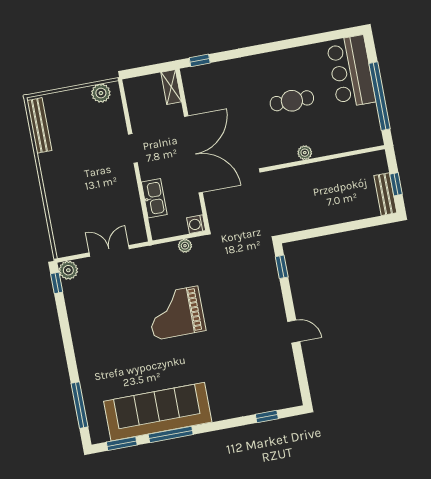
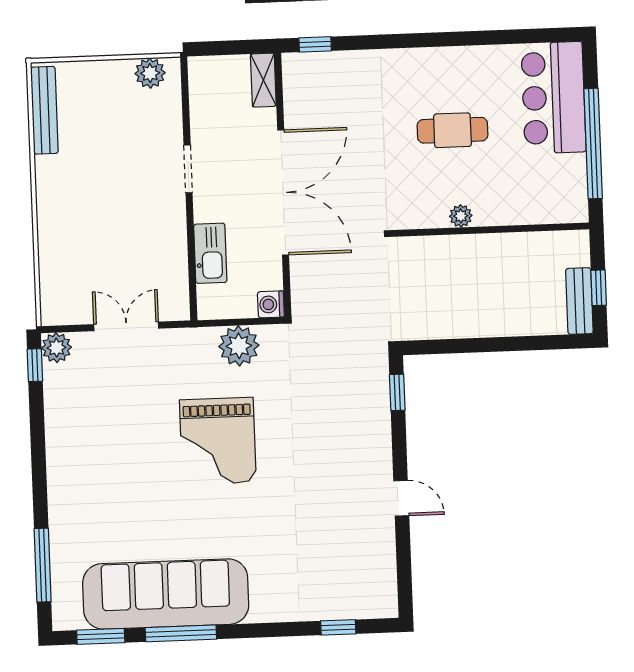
plant: (185, 246) -> (239, 346), width x1.88, depth x1.88
grand piano: (176, 313) -> (218, 441), turned -90

